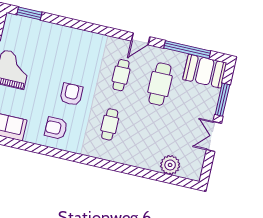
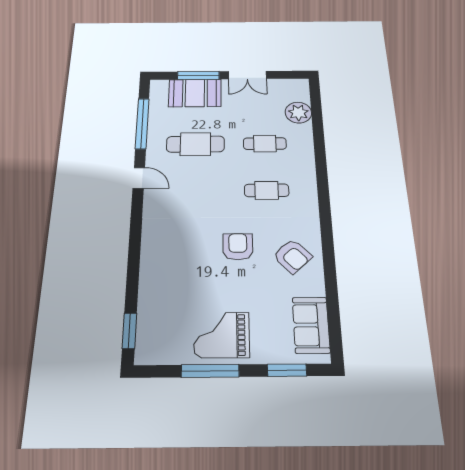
booth: (205, 71) -> (195, 93), moved, turned 90
cafe table: (121, 75) -> (265, 144), moved
armchair: (71, 94) -> (238, 247), turned 90
armchair: (56, 128) -> (292, 256), turned -43

